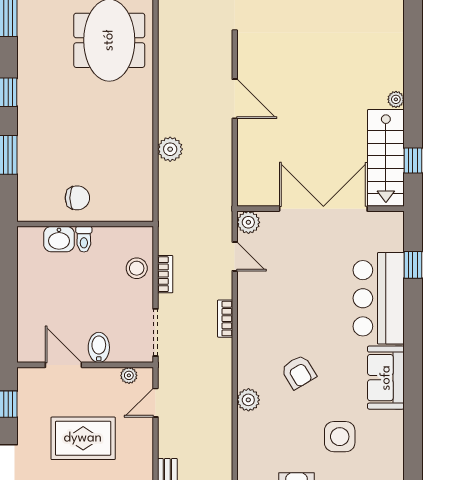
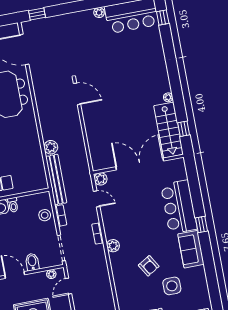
door: (235, 99) -> (77, 94), moved
bench: (169, 209) -> (56, 180), added
window: (413, 265) -> (201, 224), moved
armchair: (299, 372) -> (149, 266), moved
plant: (248, 400) -> (113, 246), moved

